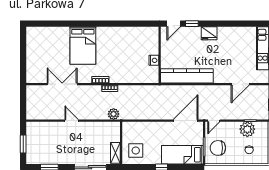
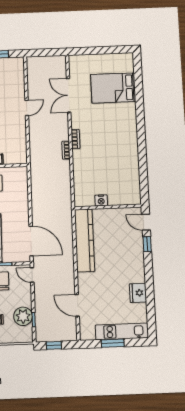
fridge: (209, 33) -> (138, 293), moved
bed: (83, 45) -> (113, 88), moved
double door: (62, 84) -> (69, 95), swing flipped
plant: (114, 114) -> (36, 156), removed

